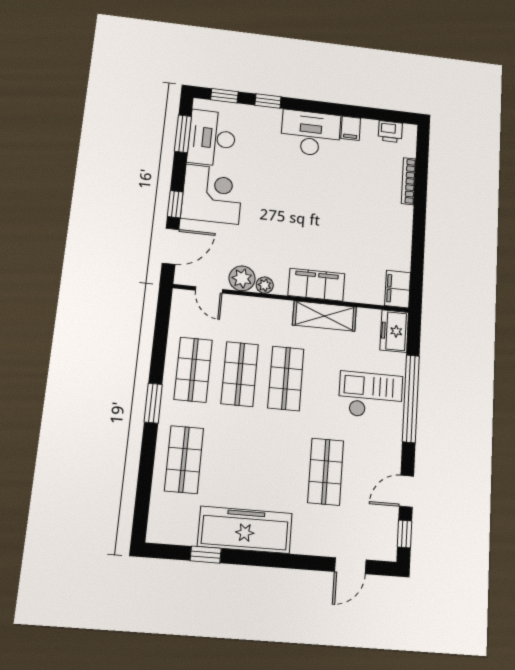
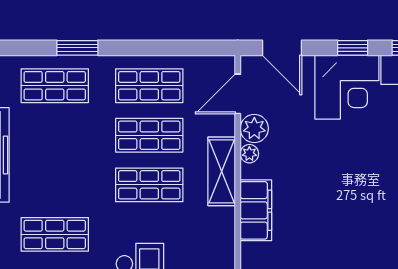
window: (175, 204) -> (353, 48), moved
door: (209, 290) -> (238, 94), width x1.38
shelving: (325, 316) -> (222, 171), moved
window: (153, 403) -> (77, 48), moved

